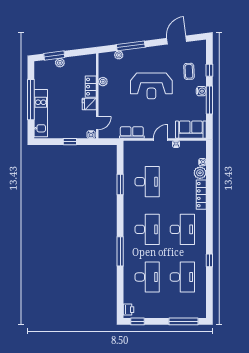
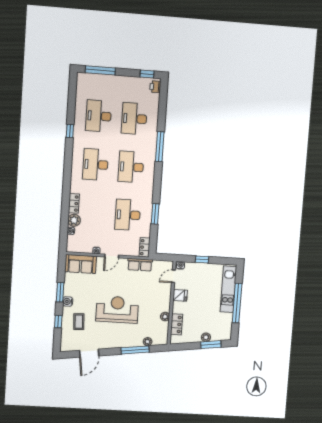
locker: (91, 87) -> (177, 324), moved
window: (209, 100) -> (60, 292), width x0.69
locker: (128, 150) -> (145, 247), added
locker: (201, 195) -> (74, 203), width x0.66

